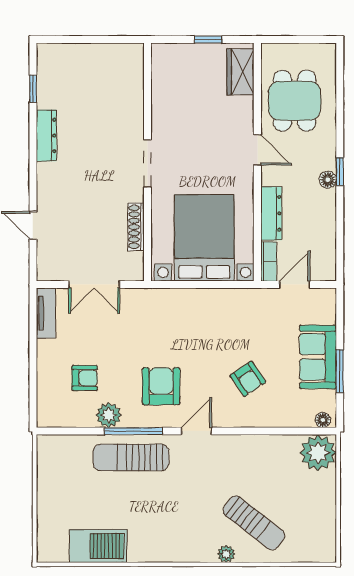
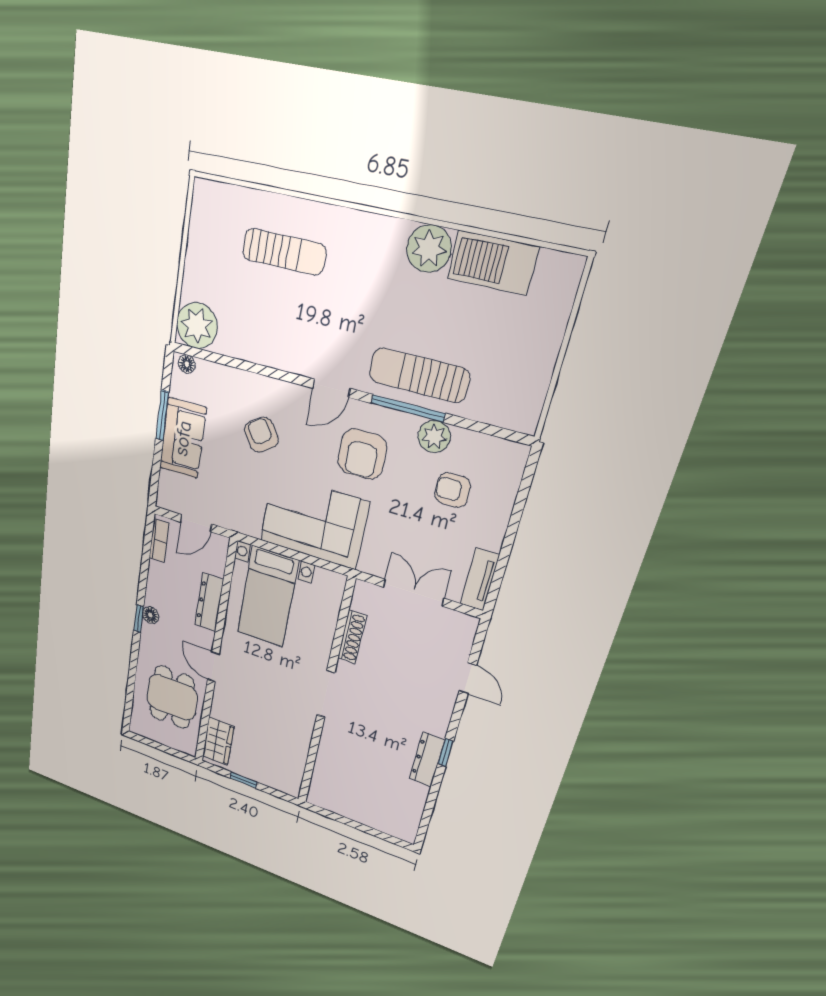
window: (33, 89) -> (446, 752), moved
bed with nightstands: (204, 238) -> (268, 597), width x0.73
bookcase: (269, 261) -> (159, 540), moved, turned 180
corner sofa: (189, 319) -> (314, 522), added
sun lounger: (131, 457) -> (419, 375), turned 180
sun lounger: (254, 523) -> (284, 252), turned 142
plant: (226, 554) -> (429, 249), moved, width x1.88, depth x1.88

